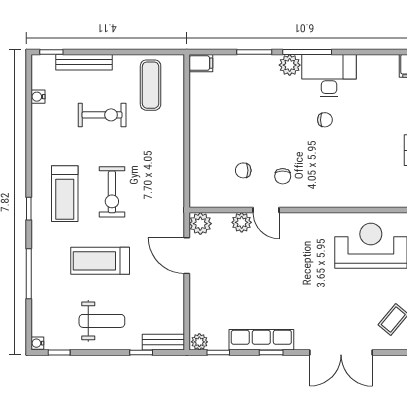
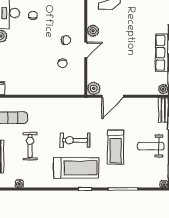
exercise bike: (112, 192) -> (75, 140), turned 180
treadmill: (65, 194) -> (76, 168), width x1.37, depth x1.38
plant: (242, 222) -> (93, 31), moved
weight bench: (102, 321) -> (151, 146), turned -90

